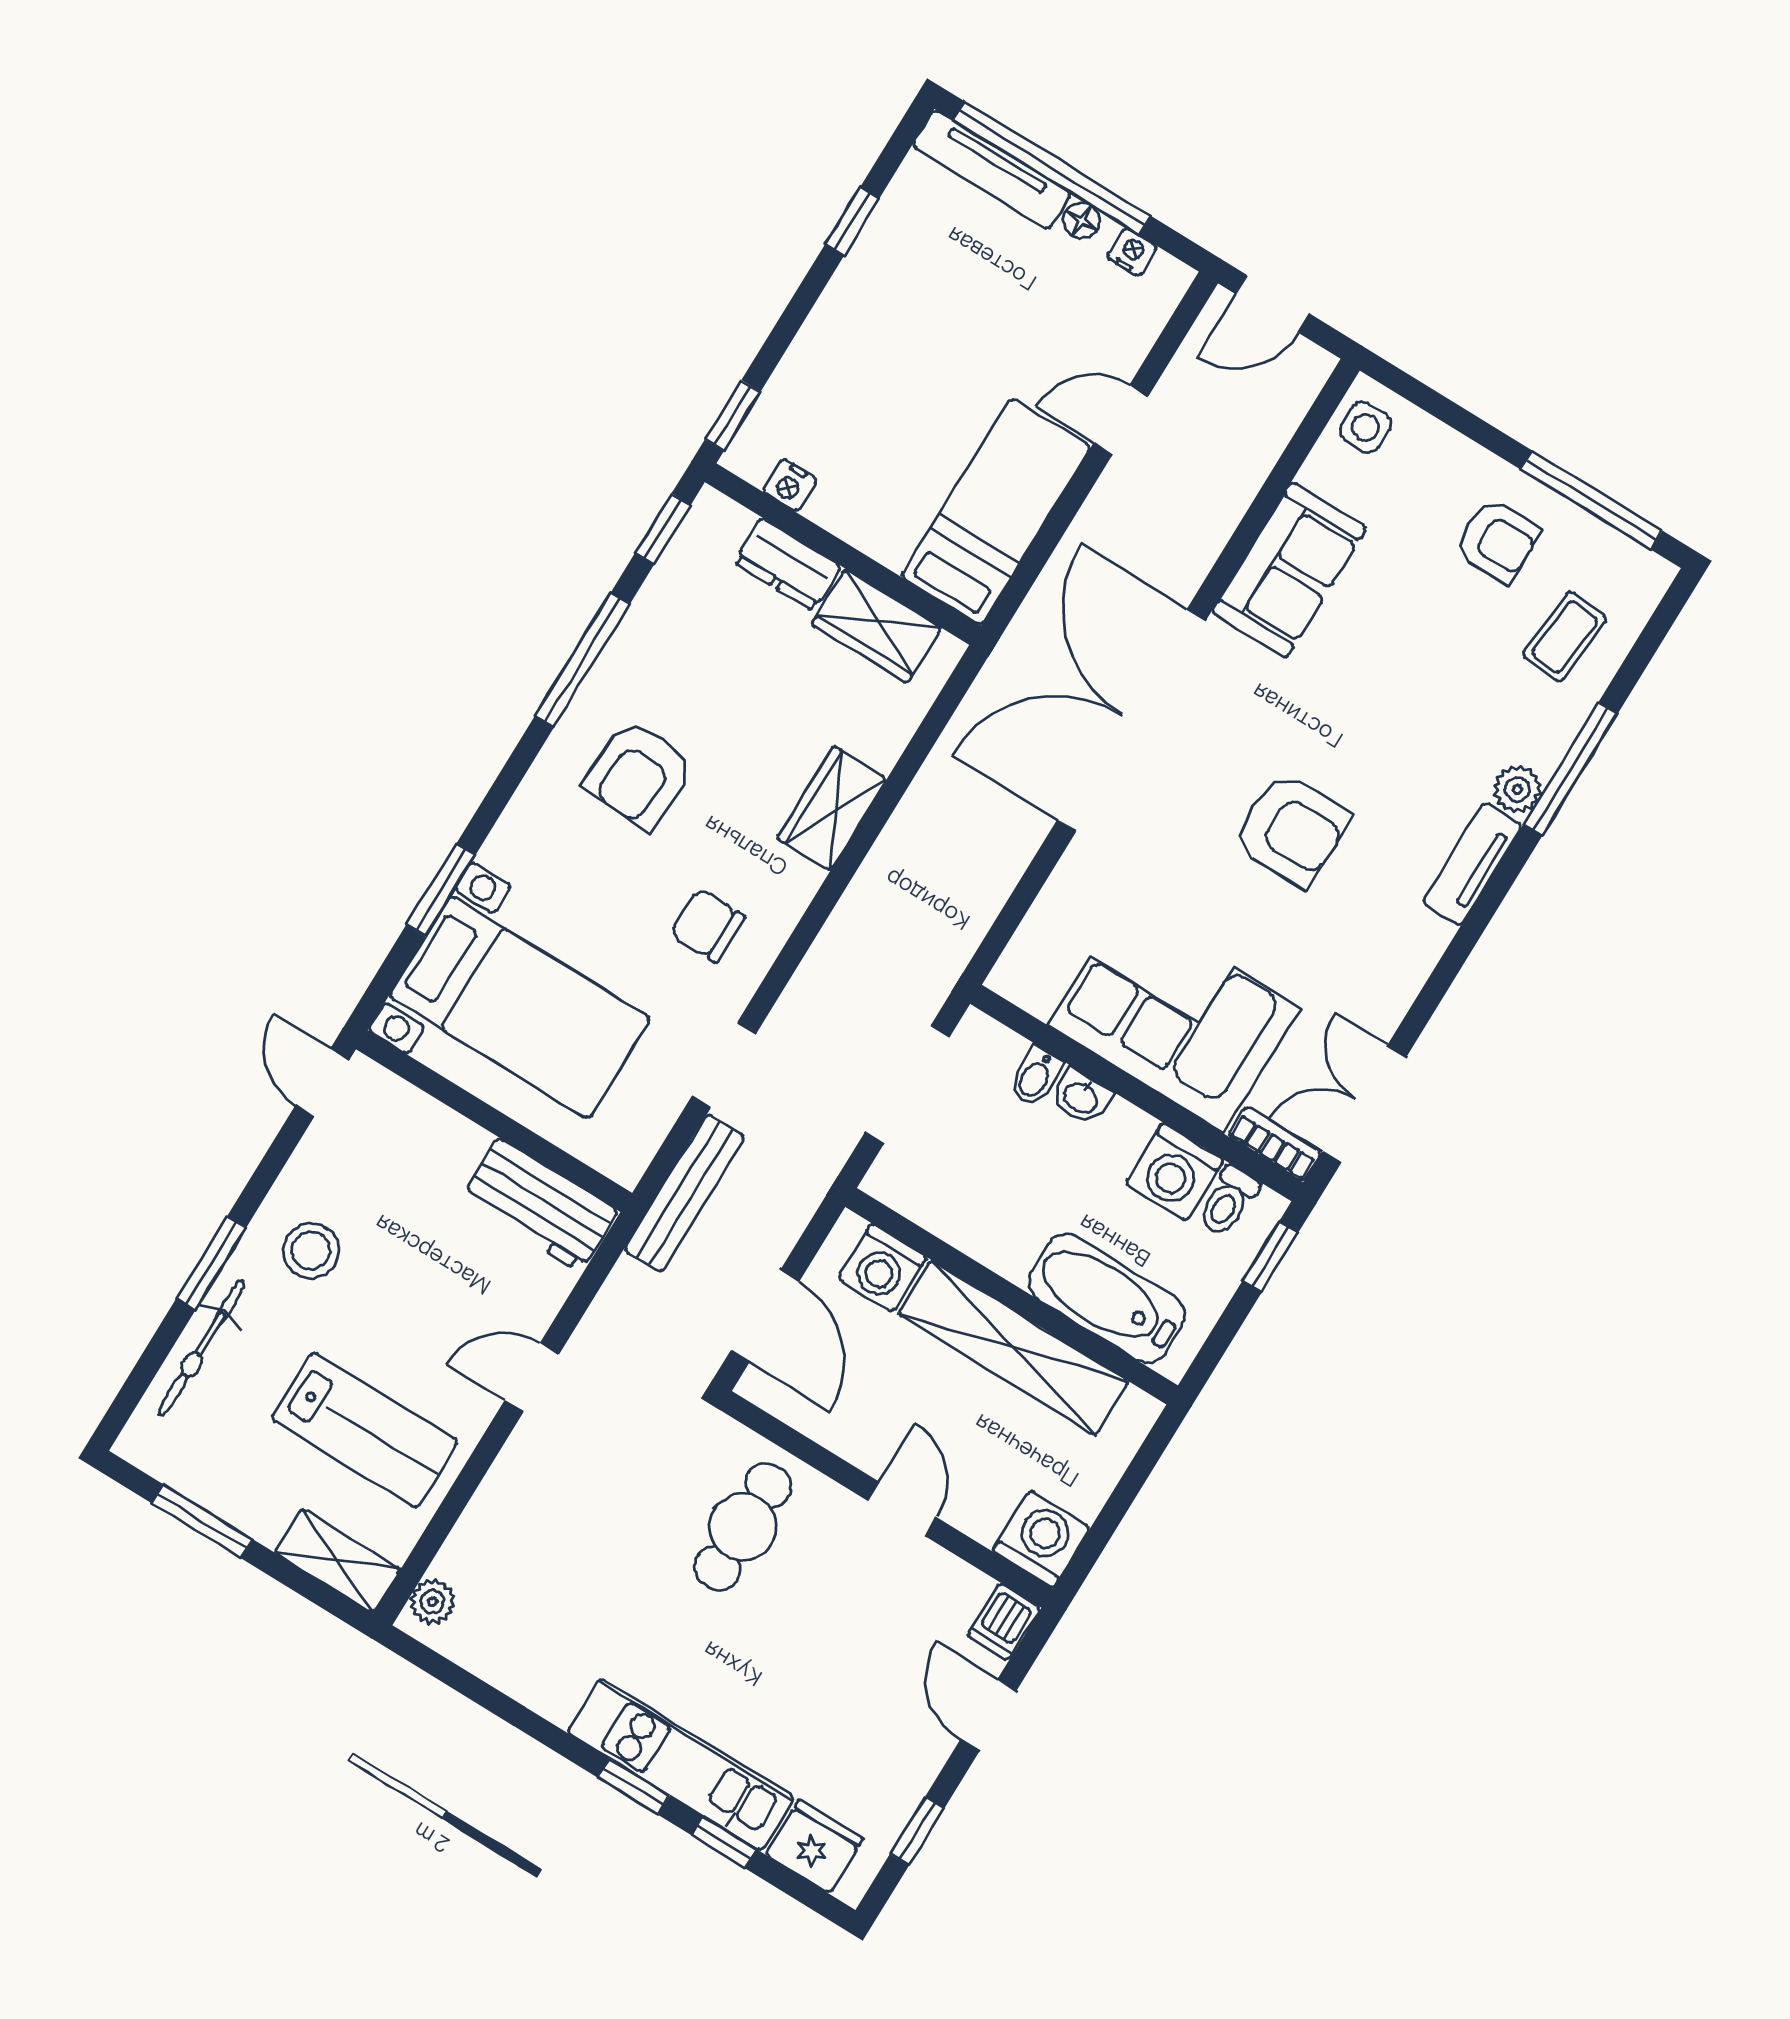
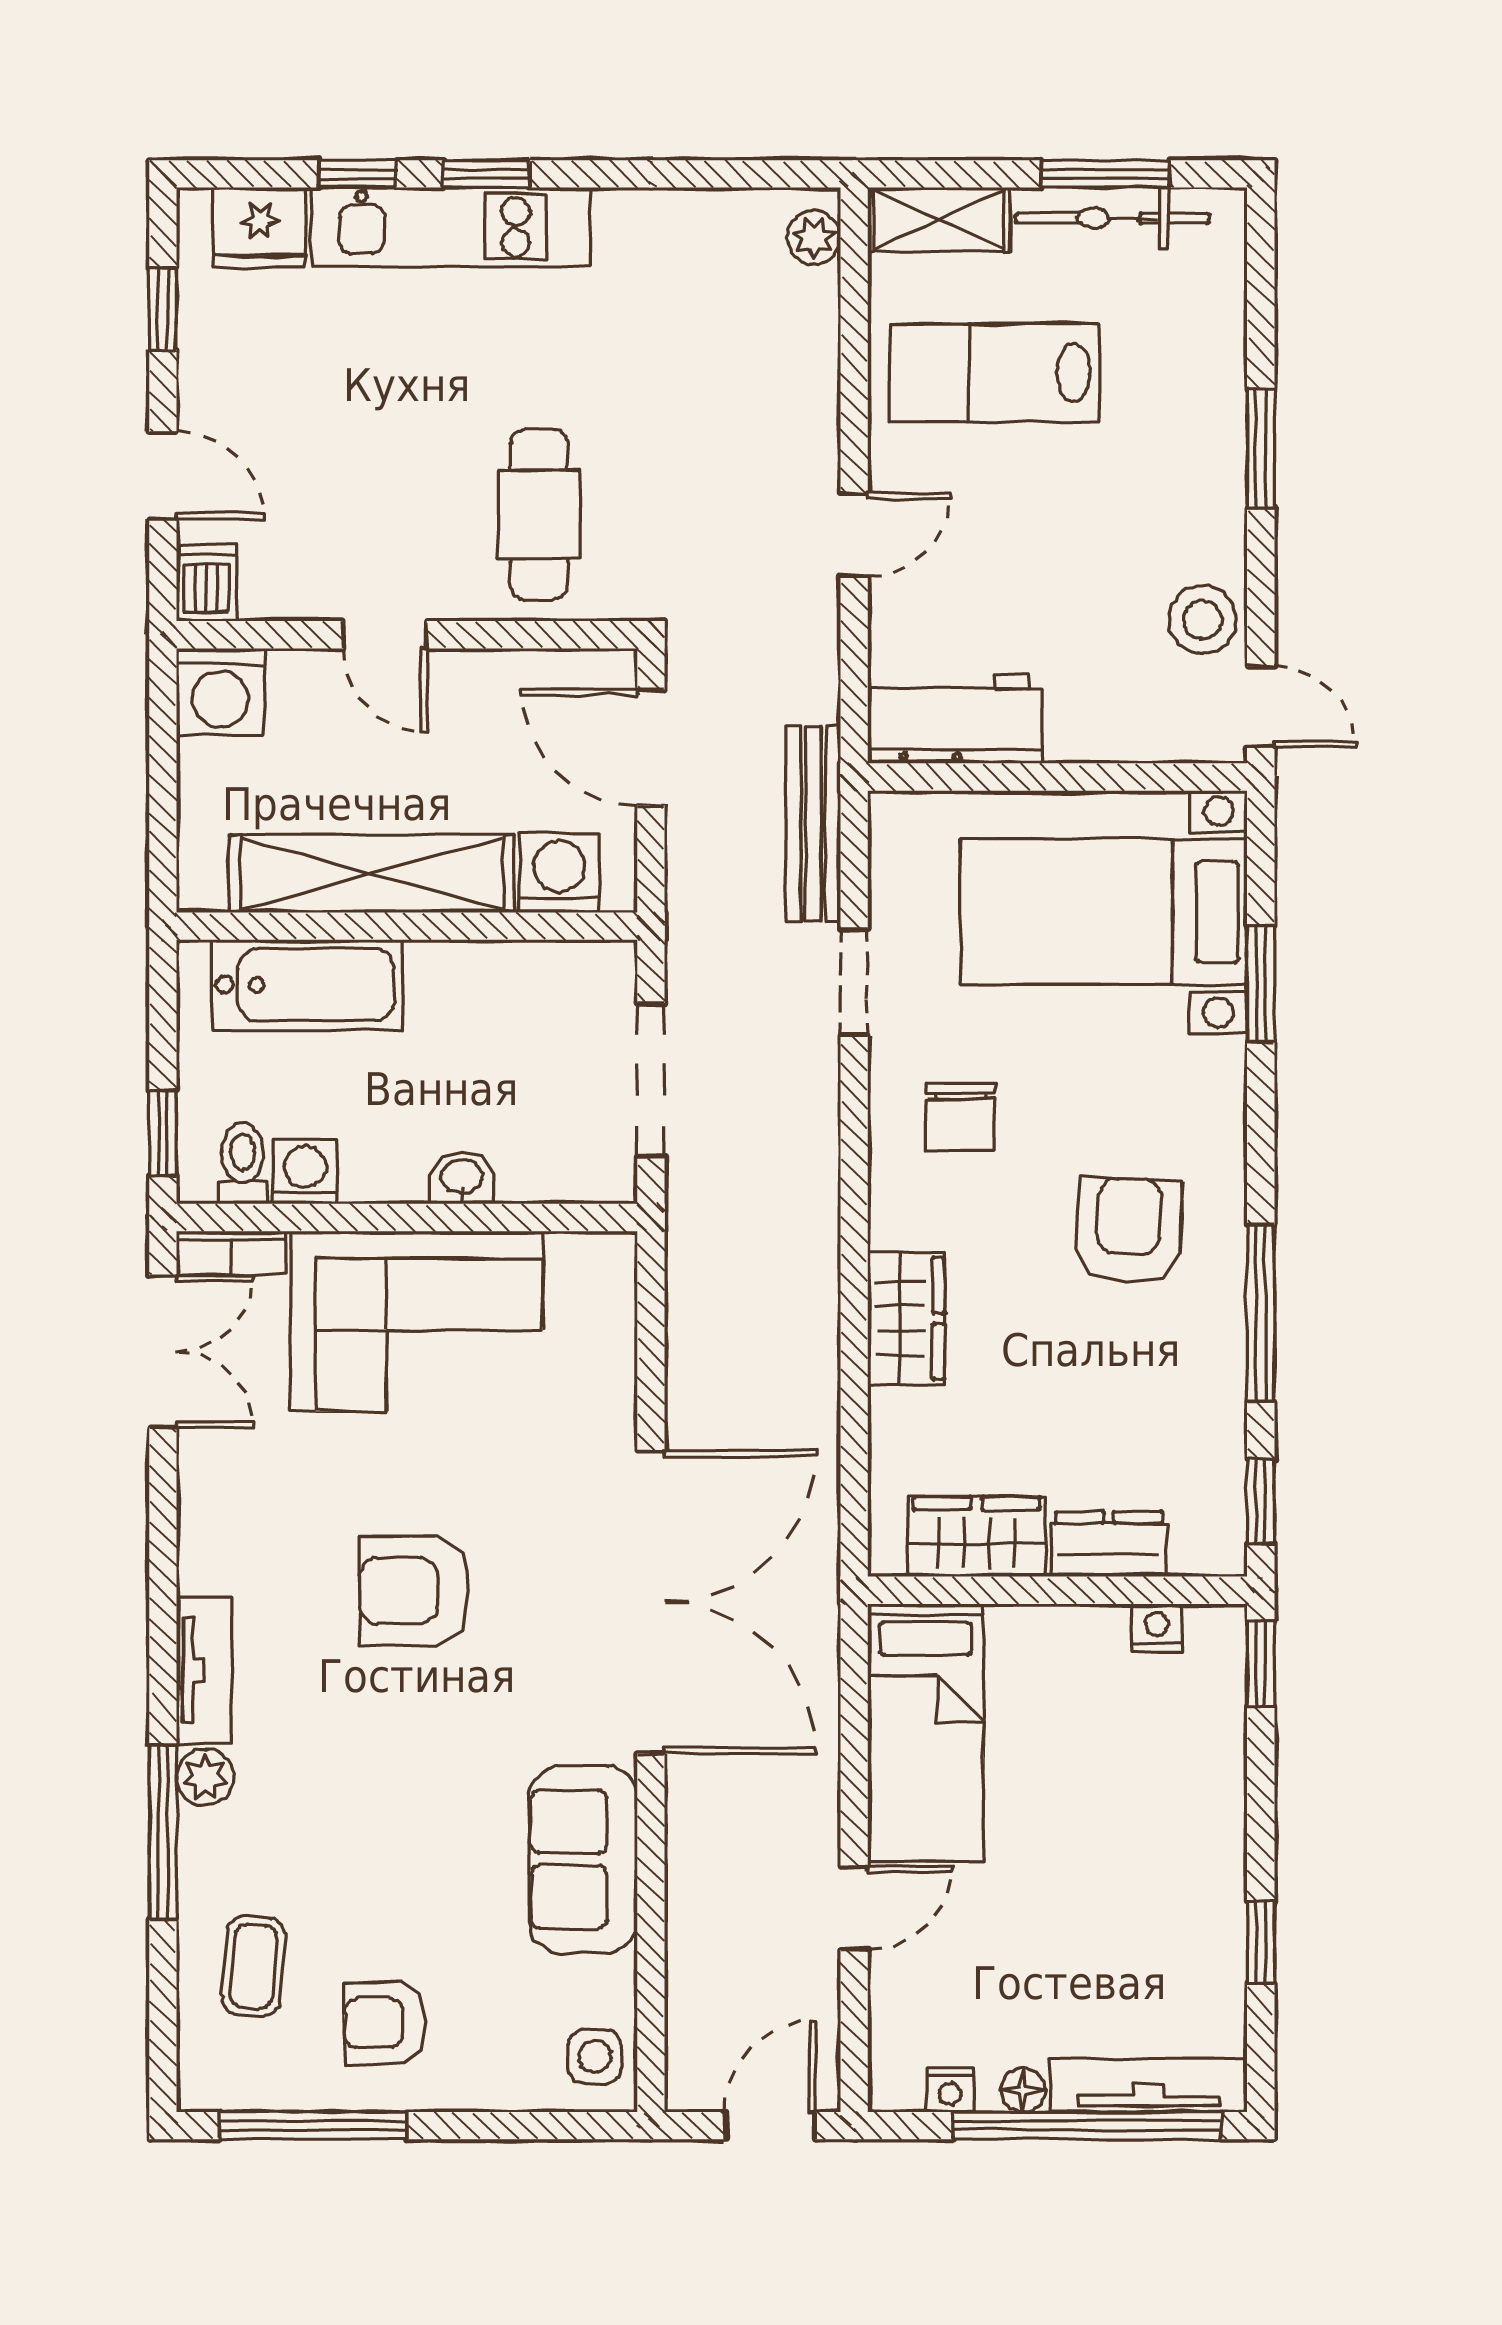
chair: (707, 926) -> (961, 1117), turned 90
bidet: (1036, 1076) -> (523, 1170), removed
washing machine: (1174, 1172) -> (305, 1172), width x0.73, depth x0.73
stool: (311, 1251) -> (1203, 620), moved
bicycle: (201, 1348) -> (1112, 218), moved, turned -90

